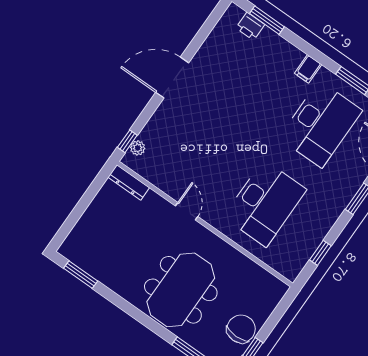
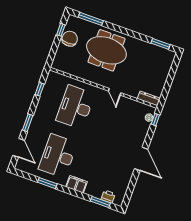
filing cabinet: (308, 69) -> (77, 184), width x2.00
door: (172, 78) -> (141, 159), hinge flipped
meeting table: (181, 290) -> (106, 50), turned 90
chair: (241, 329) -> (70, 39), turned 180

